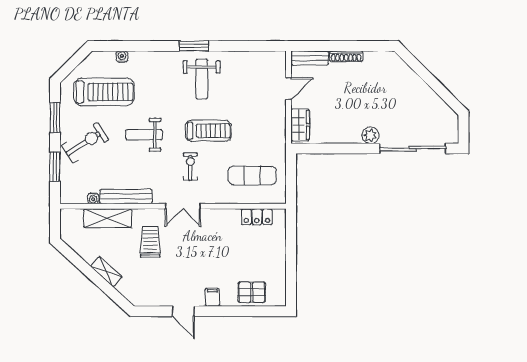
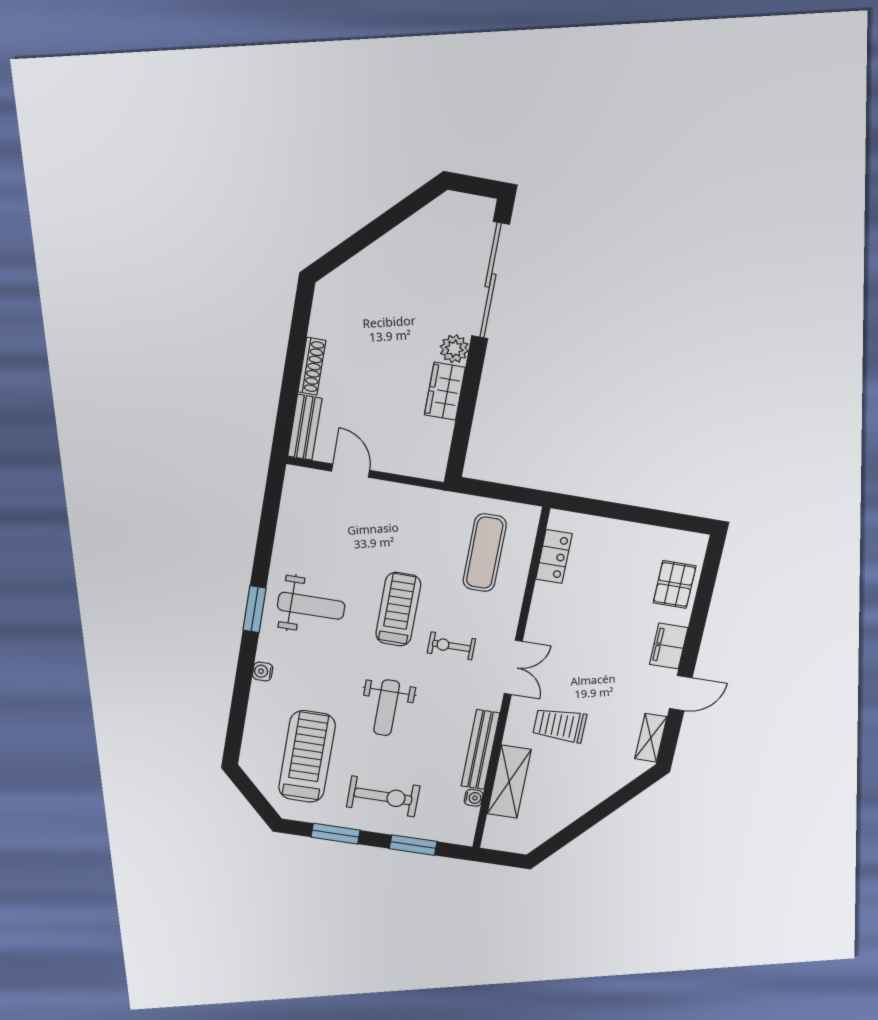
water cooler: (122, 57) -> (263, 671), moved
wardrobe: (300, 125) -> (445, 391), moved, turned -90
exercise bike: (85, 143) -> (383, 796), turned 123
shelving: (106, 272) -> (651, 738), moved, turned -42
filing cabinet: (212, 297) -> (669, 646), width x2.00

